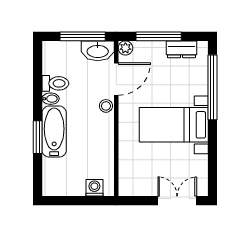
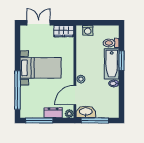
window: (159, 36) -> (39, 120), moved
dresser: (182, 49) -> (53, 113), moved
toilet: (55, 83) -> (111, 43), moved
wardrobe: (135, 187) -> (64, 31), added
double door: (177, 201) -> (39, 23), swing flipped

